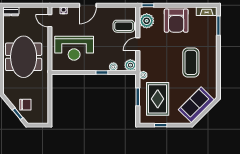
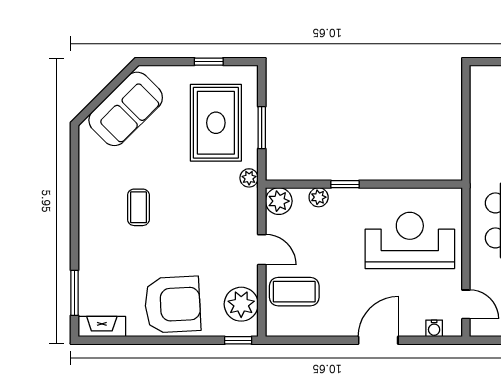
armchair: (176, 21) -> (173, 305), turned 87
door: (138, 44) -> (262, 250), hinge flipped
coffee table: (191, 62) -> (138, 207), width x0.54, depth x0.58

